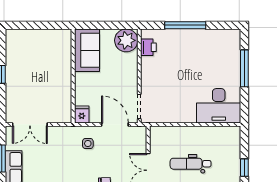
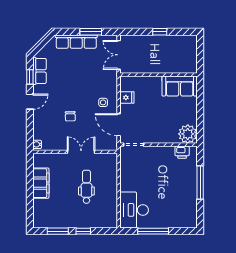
sofa: (87, 50) -> (180, 86), moved
window: (244, 68) -> (153, 231), moved
wall: (73, 76) -> (159, 75), moved
door: (115, 124) -> (119, 125), swing flipped

